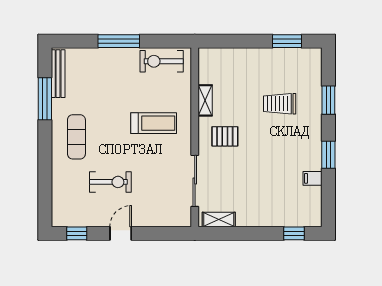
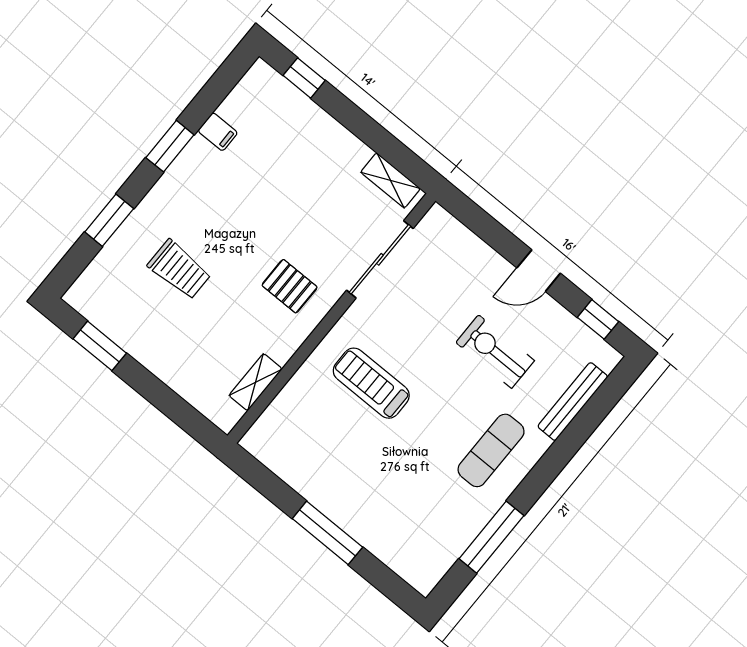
exercise bike: (162, 61) -> (292, 458), removed
bench: (58, 74) -> (573, 402), moved
shelving: (205, 100) -> (256, 382), moved

